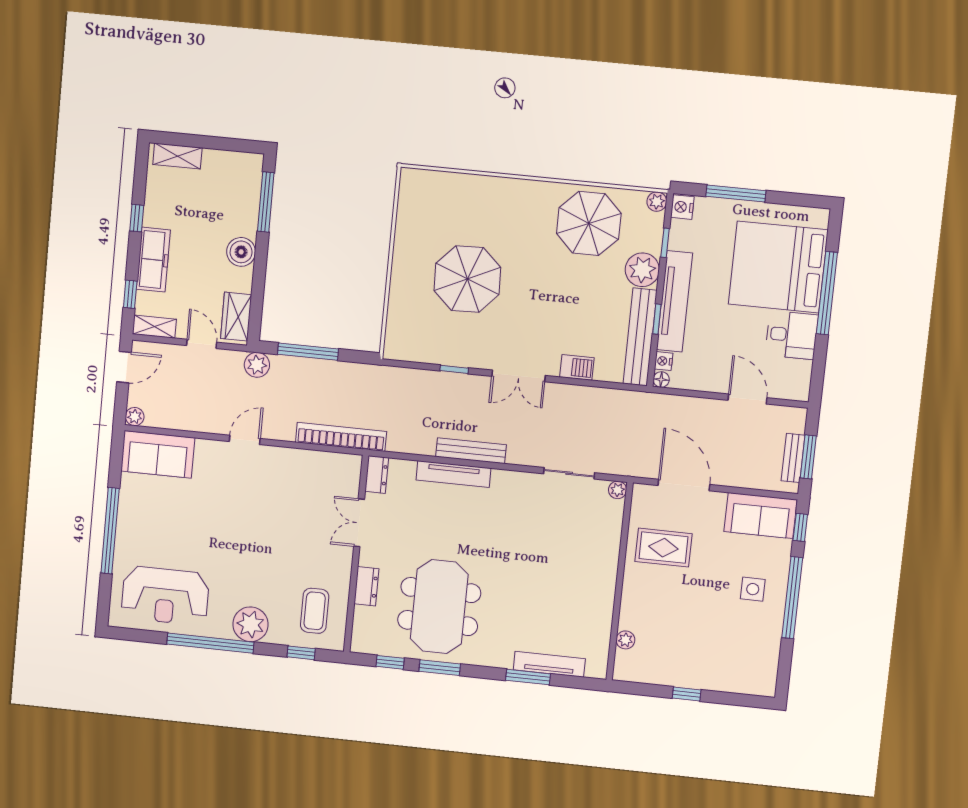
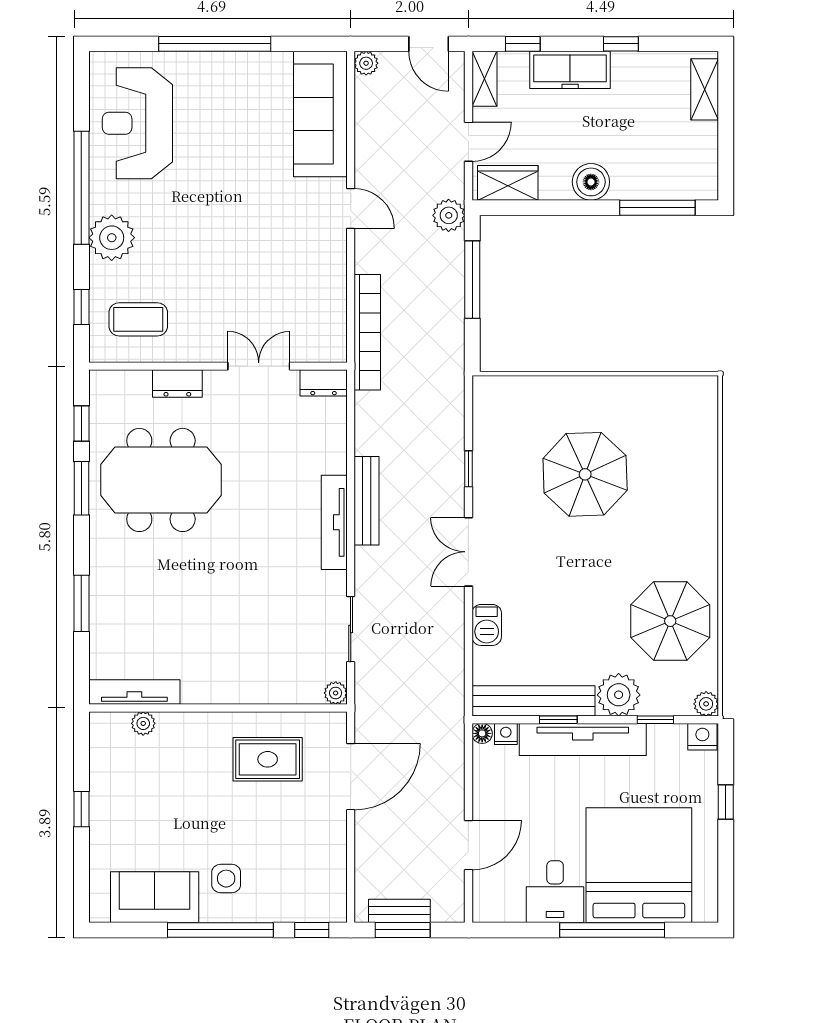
window: (736, 193) -> (726, 802), width x0.46
sofa: (158, 454) -> (320, 114), width x1.36
tv unit: (453, 474) -> (334, 522), moved
sofa: (760, 516) -> (155, 897), moved, turned 90
rug: (663, 548) -> (268, 759), turned 90
tv unit: (549, 664) -> (134, 692), moved, turned -90

